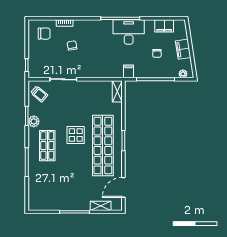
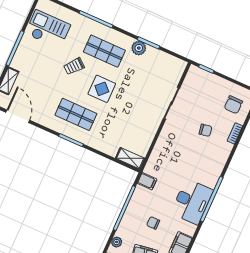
trolley: (39, 94) -> (74, 66), moved
shop shelf: (103, 146) -> (76, 114), width x0.50, depth x0.74
checkout: (50, 194) -> (48, 29), added

